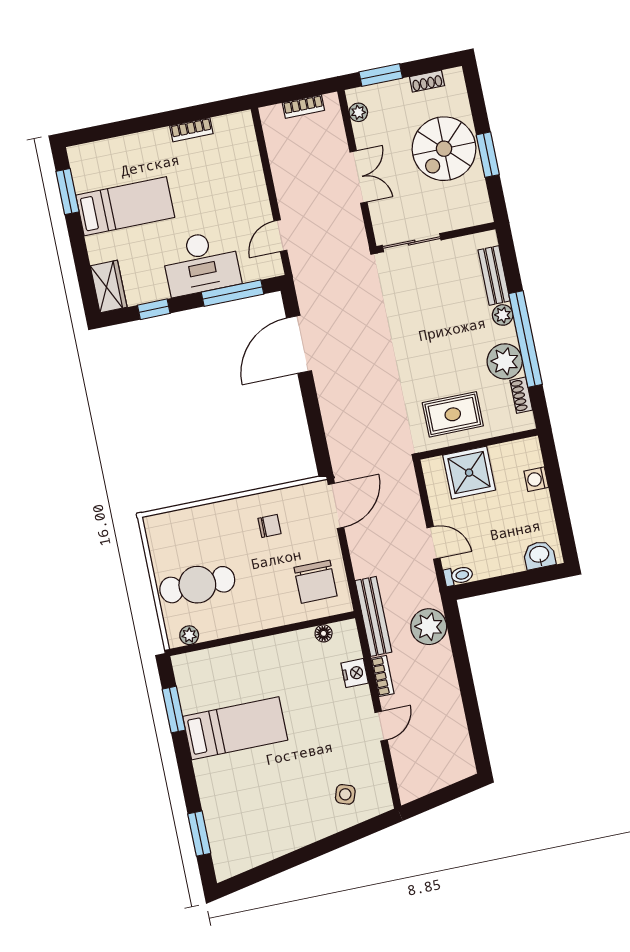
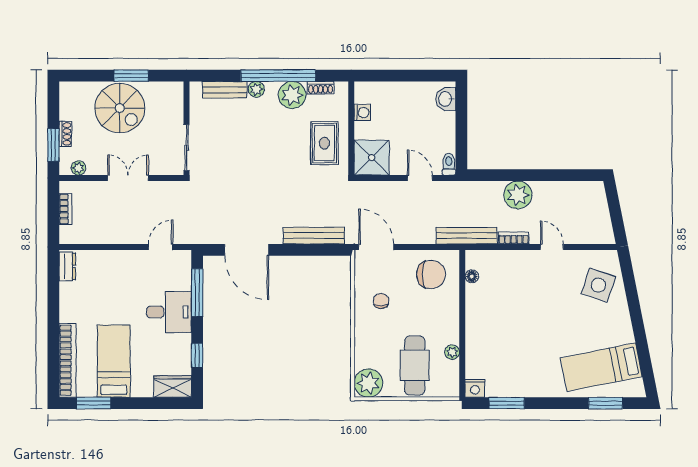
shoe rack: (427, 81) -> (65, 134), moved
dresser: (232, 124) -> (67, 266), added
bookcase: (191, 130) -> (68, 360), moved, width x2.31, depth x1.31
door: (280, 236) -> (161, 247), swing flipped
desk: (201, 263) -> (169, 312), width x0.73
bench: (334, 425) -> (314, 236), added
shower: (469, 473) -> (372, 158), moved
washing machine: (536, 479) -> (362, 113), moved, turned -90
plant: (163, 531) -> (368, 383), added
door: (434, 543) -> (420, 178), hinge flipped
plant: (429, 627) -> (518, 195), moved
plant: (189, 635) -> (452, 352), moved
nightstand: (355, 673) -> (475, 388), moved, turned 180
bed: (235, 728) -> (601, 367), moved, turned -101
side table: (345, 794) -> (598, 285), width x1.87, depth x1.87

